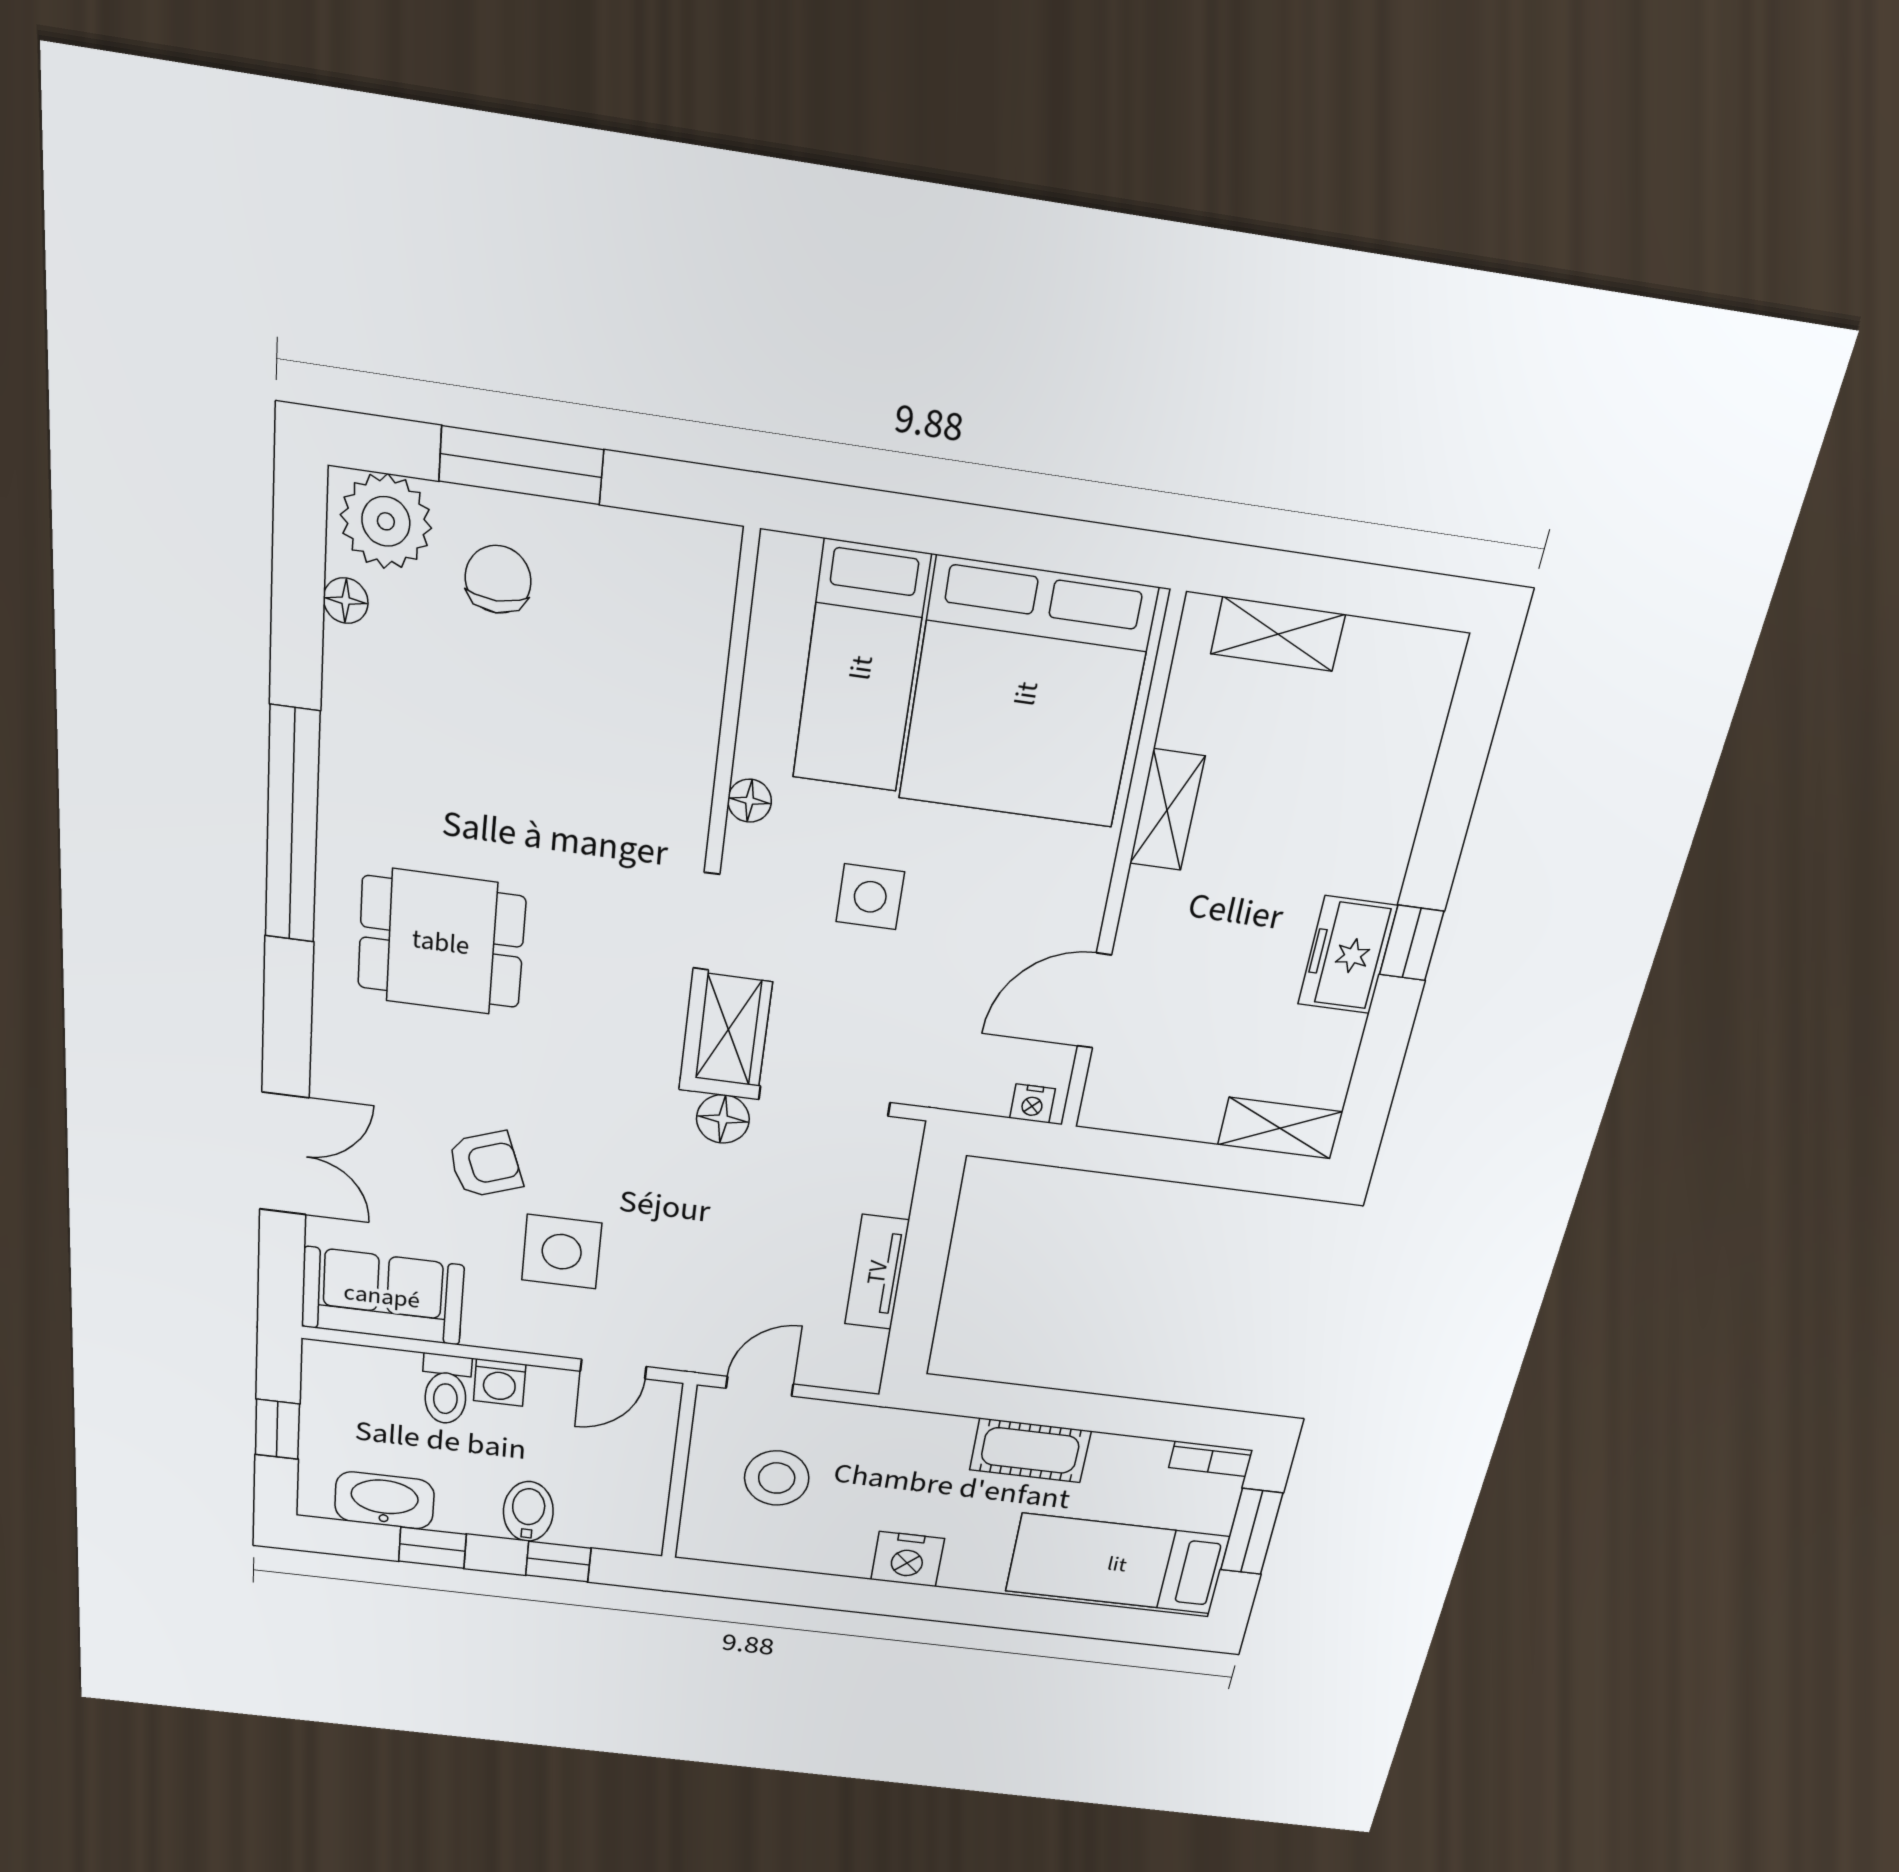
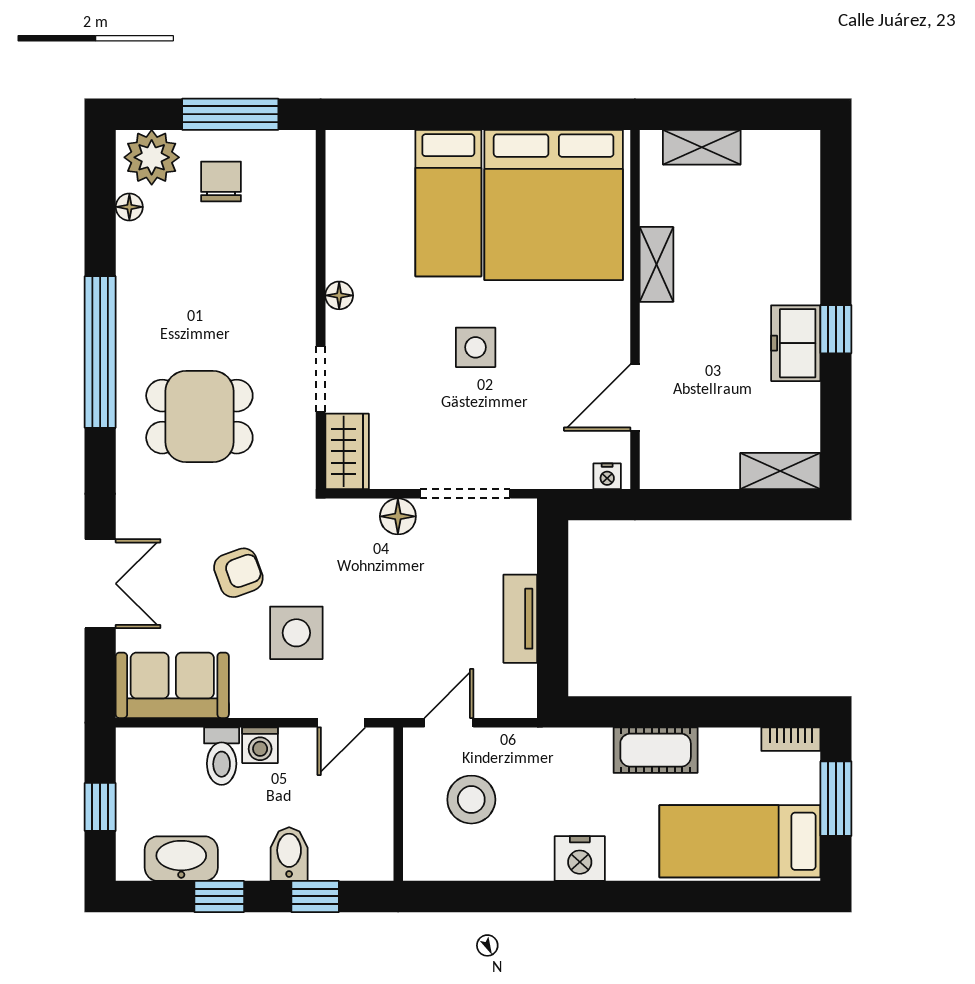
floor lamp: (750, 801) -> (339, 295), moved
wall: (718, 818) -> (321, 309), moved
doorway: (706, 922) -> (321, 379), moved
wardrobe: (733, 1030) -> (347, 451), moved

